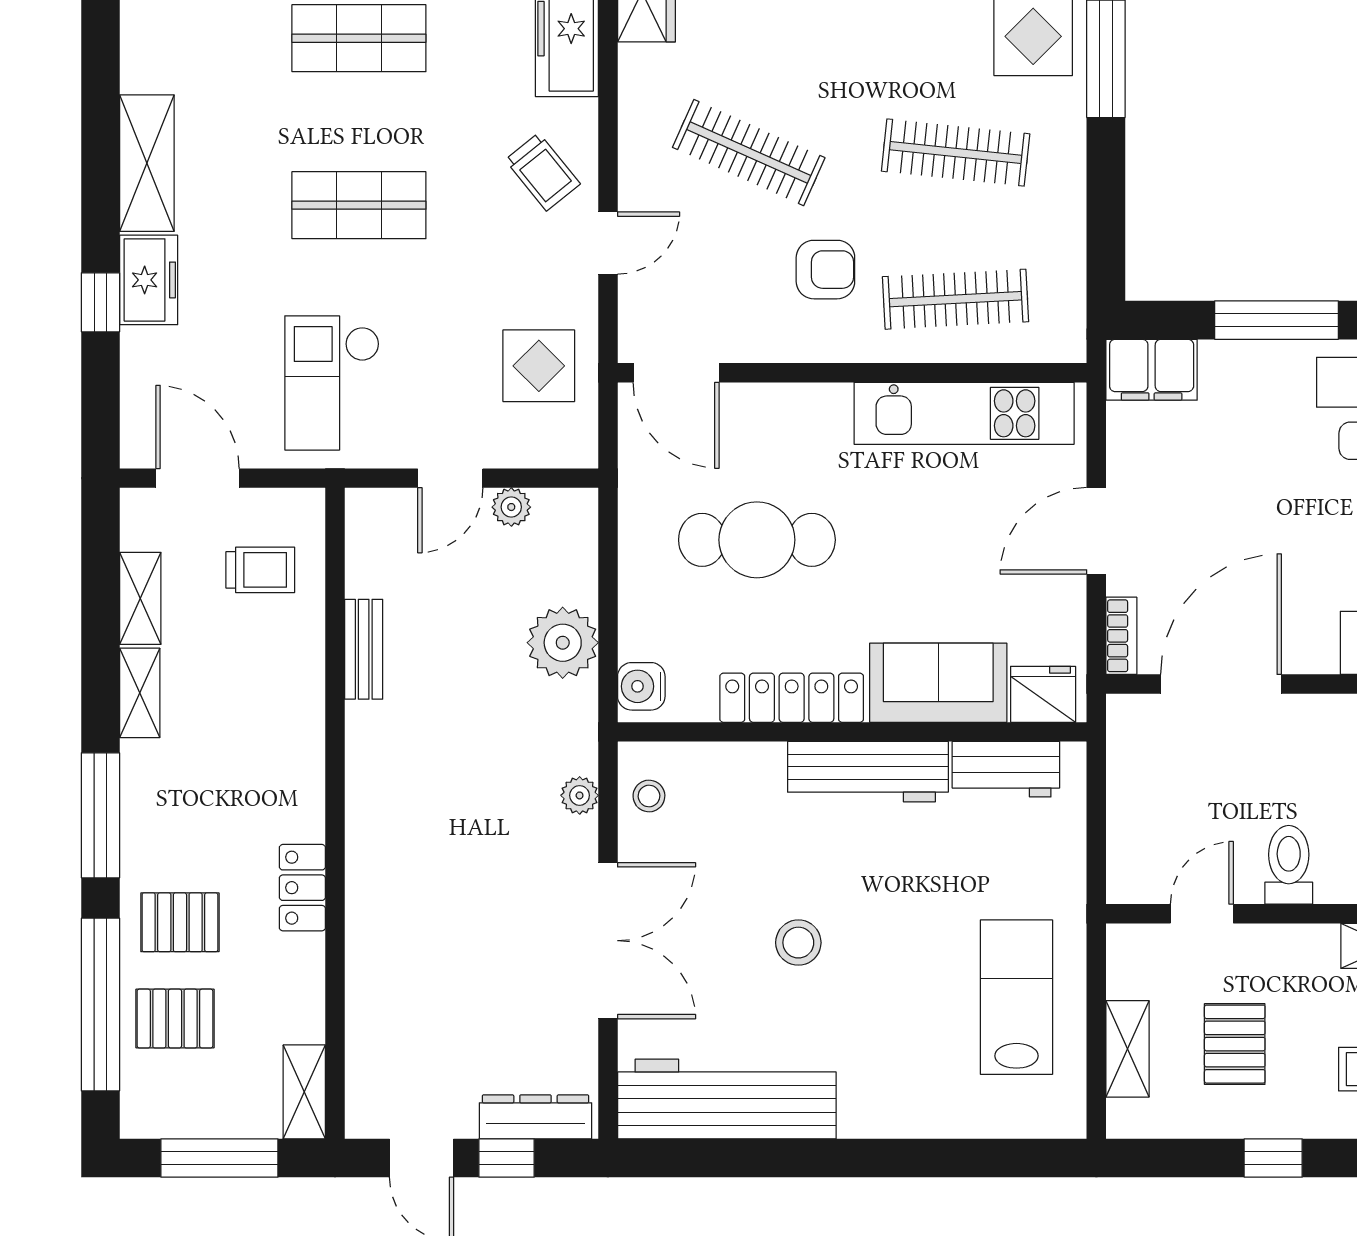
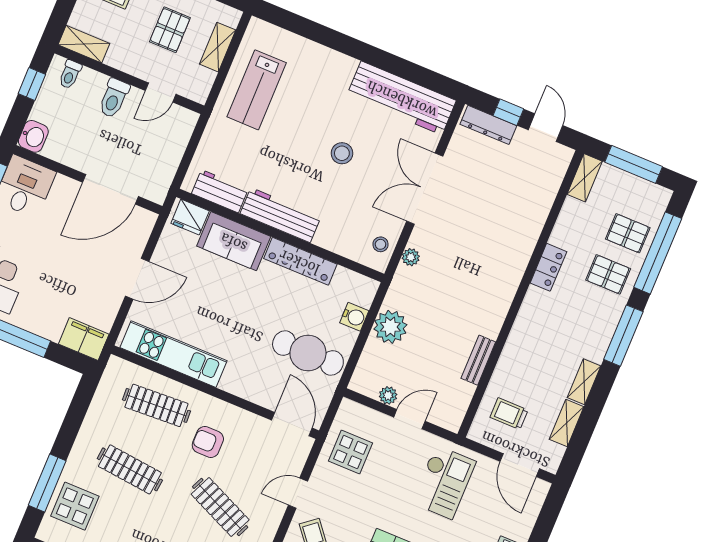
cafe table: (757, 540) -> (308, 353), moved
bookcase: (1121, 636) -> (145, 228), removed
water cooler: (641, 686) -> (354, 317), moved

